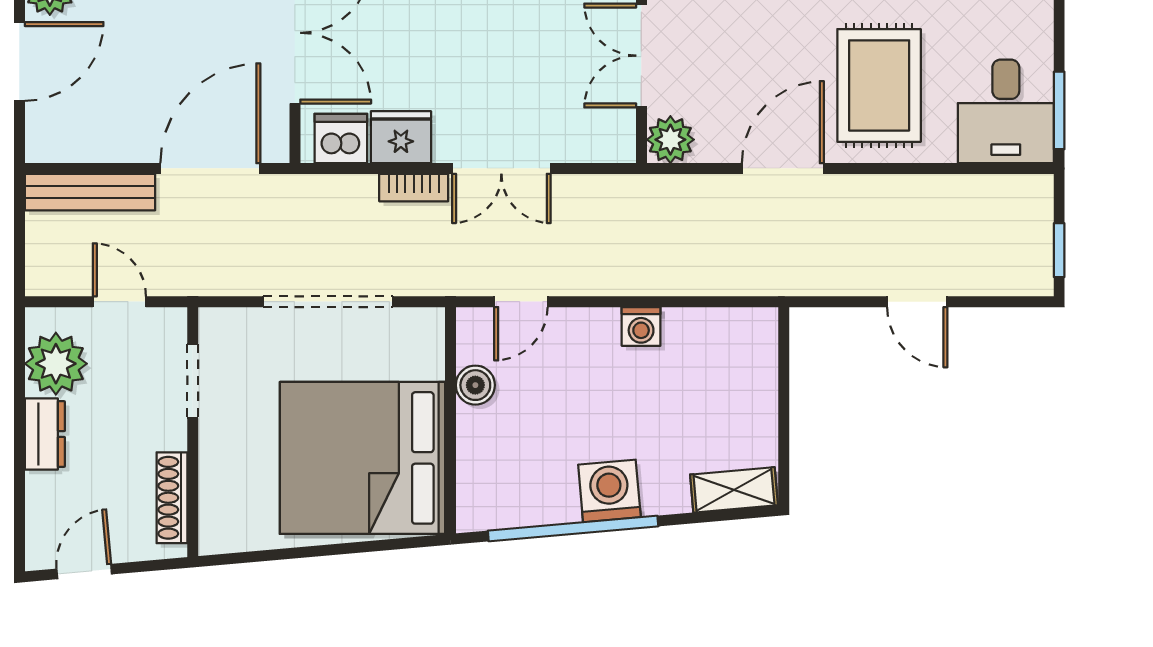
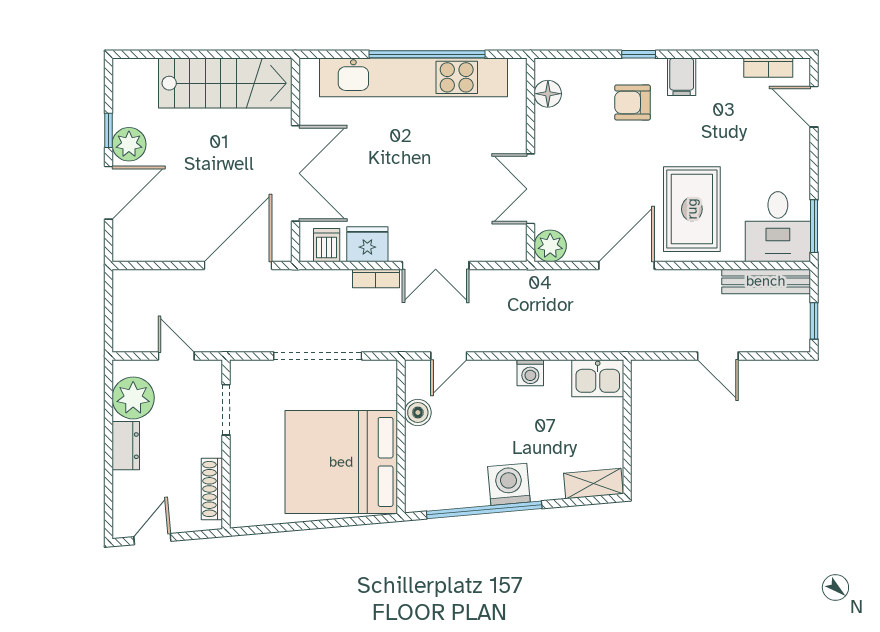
dishwasher: (341, 138) -> (327, 245), width x0.73
bench: (90, 192) -> (766, 281), moved
kitchen sink: (740, 335) -> (598, 378), added

